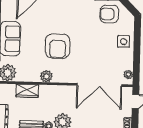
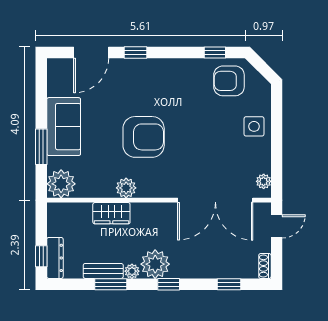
armchair: (58, 46) -> (144, 137), turned -90
wardrobe: (27, 91) -> (111, 213), moved

